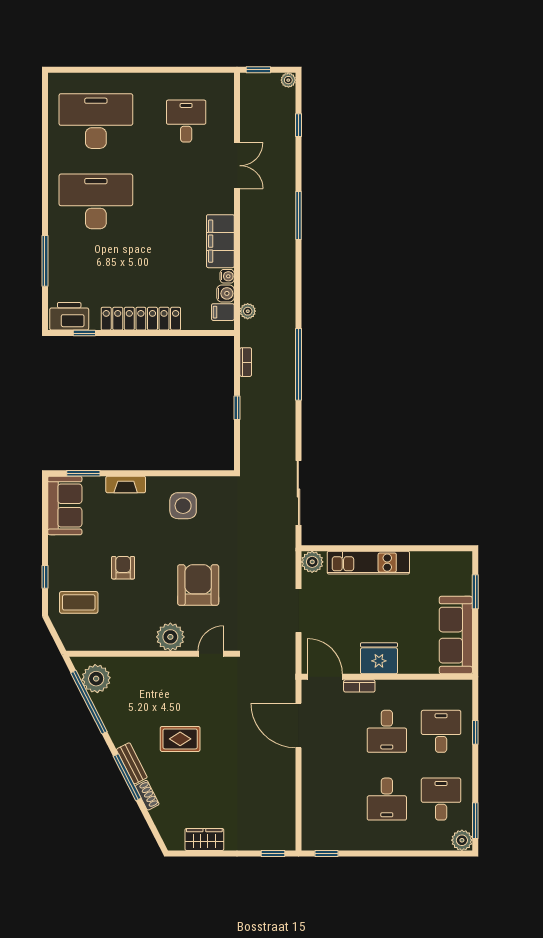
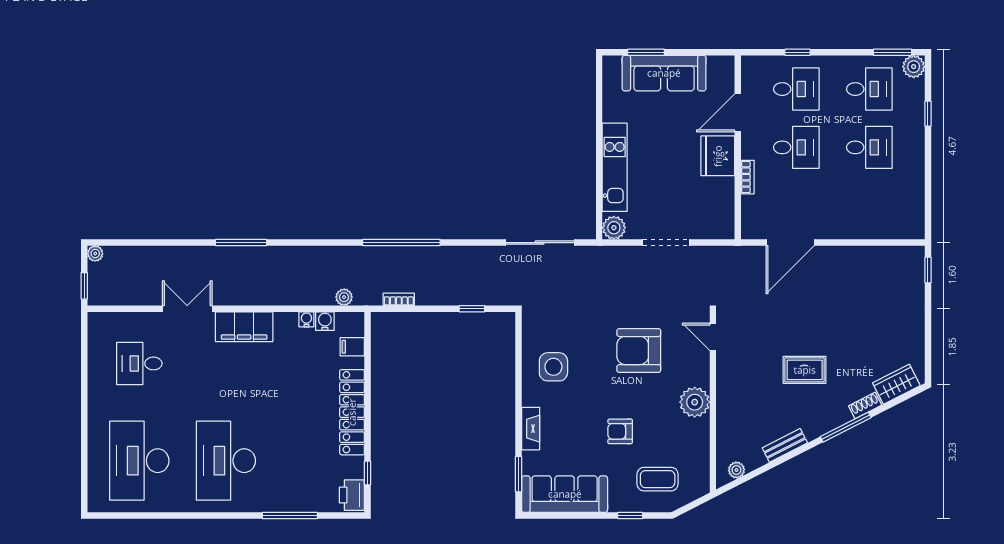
window: (298, 125) -> (144, 243), removed
filing cabinet: (220, 241) -> (244, 327), moved
filing cabinet: (223, 312) -> (352, 347), moved, turned 90
printer: (69, 316) -> (352, 495), width x0.73, depth x0.84
window: (237, 408) -> (472, 309), moved
sofa: (65, 505) -> (565, 494), width x1.36
coffee table: (79, 602) -> (658, 479), turned 90
sofa: (456, 635) -> (664, 73), moved
plant: (170, 637) -> (695, 402), moved
door: (325, 677) -> (738, 113), moved
plant: (96, 679) -> (736, 470), width x0.53, depth x0.53
window: (89, 702) -> (765, 468), removed
desk: (441, 731) -> (796, 89), turned 180
rug: (180, 739) -> (805, 370), turned 90
bench: (132, 763) -> (785, 445), moved
desk: (441, 799) -> (869, 89), turned 180
wardrobe: (204, 839) -> (896, 384), moved, turned 63
window: (327, 854) -> (928, 114), moved

